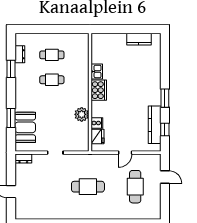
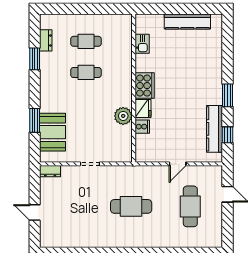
kitchen counter: (139, 39) -> (187, 22), width x1.50
kitchen sink: (97, 71) -> (142, 44), moved
fridge: (97, 137) -> (143, 109), moved

